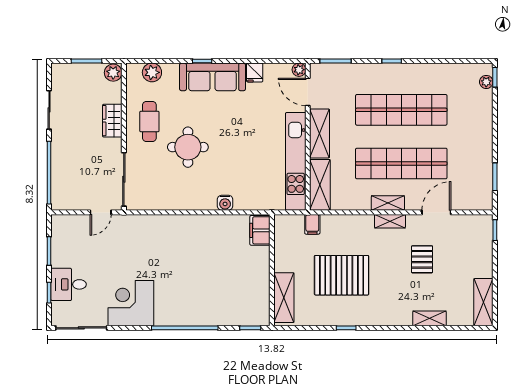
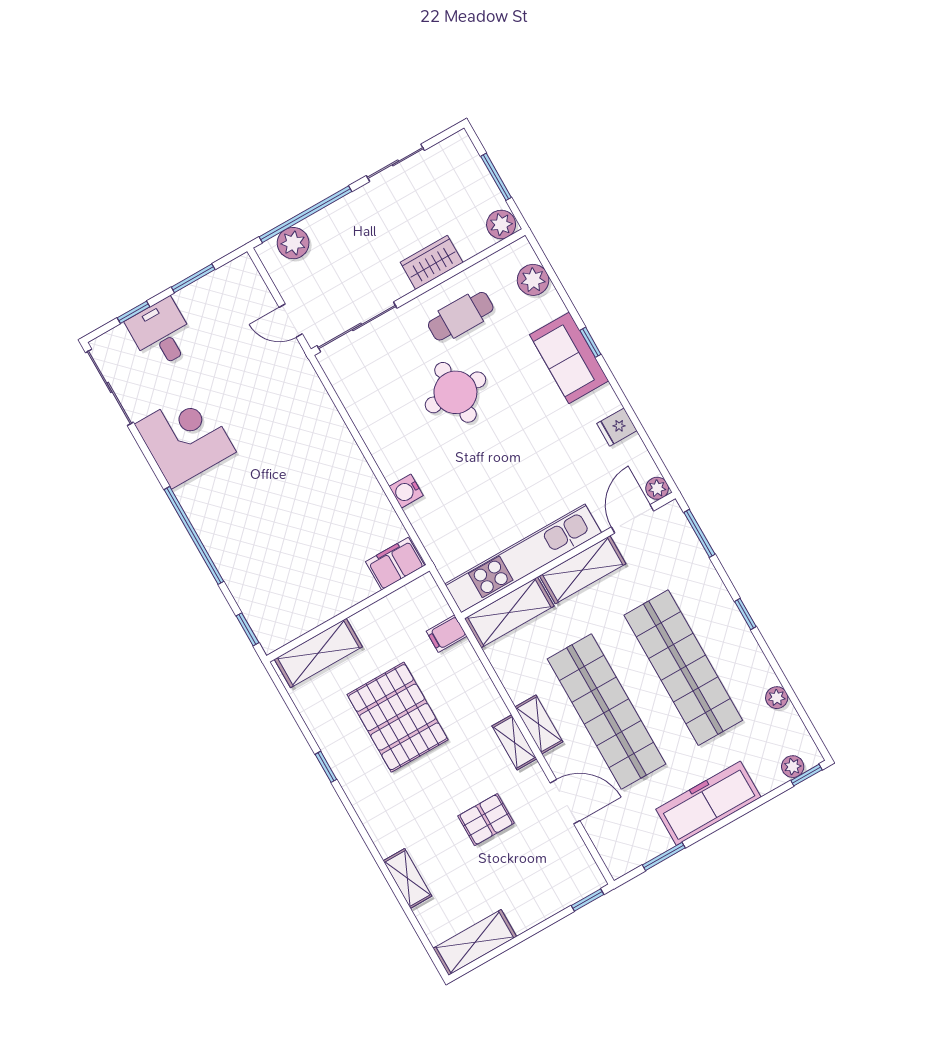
plant: (445, 70) -> (777, 698), added
sofa: (213, 77) -> (569, 358), width x0.73
freezer: (480, 137) -> (708, 803), added
plant: (61, 188) -> (293, 243), added

